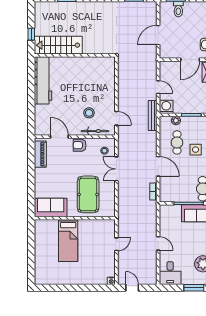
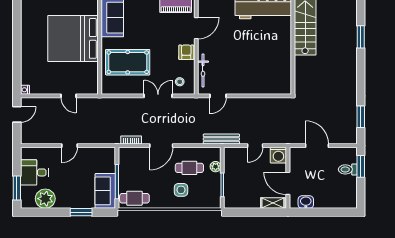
washing machine: (166, 107) -> (278, 155), moved, turned 90
stool: (89, 113) -> (225, 63), removed
bed: (68, 241) -> (73, 38), width x2.04
desk: (170, 273) -> (34, 172), moved

